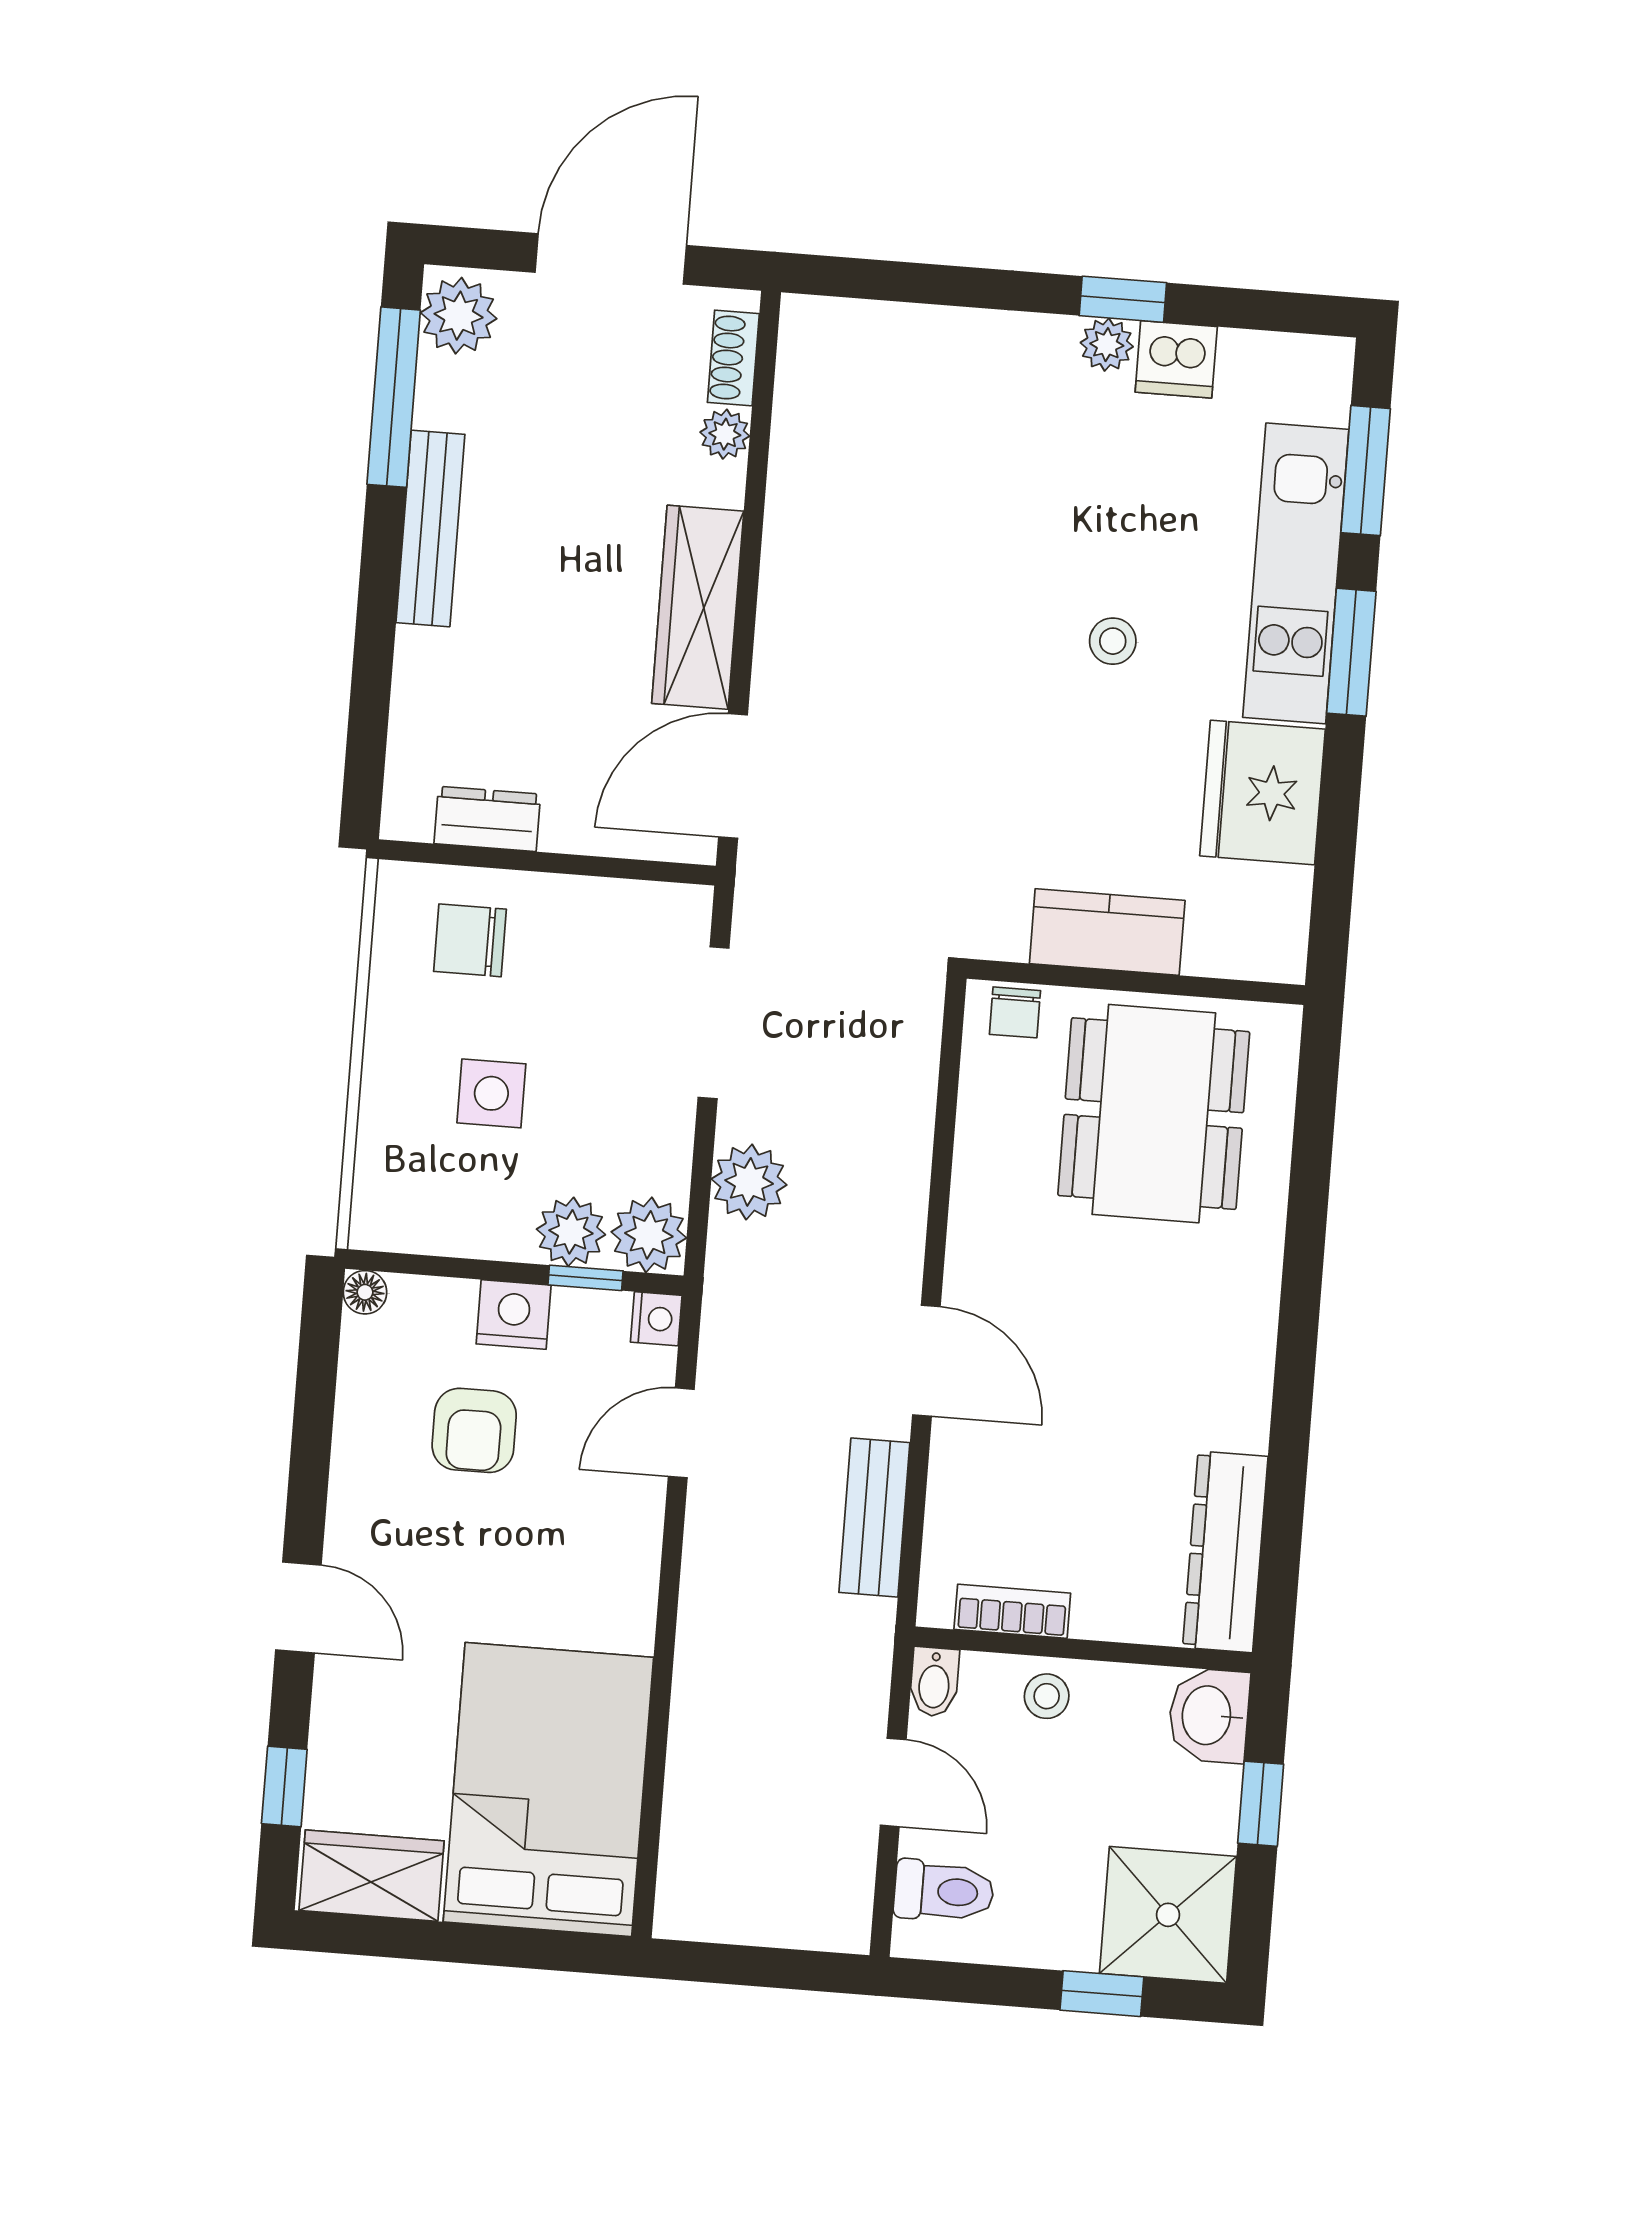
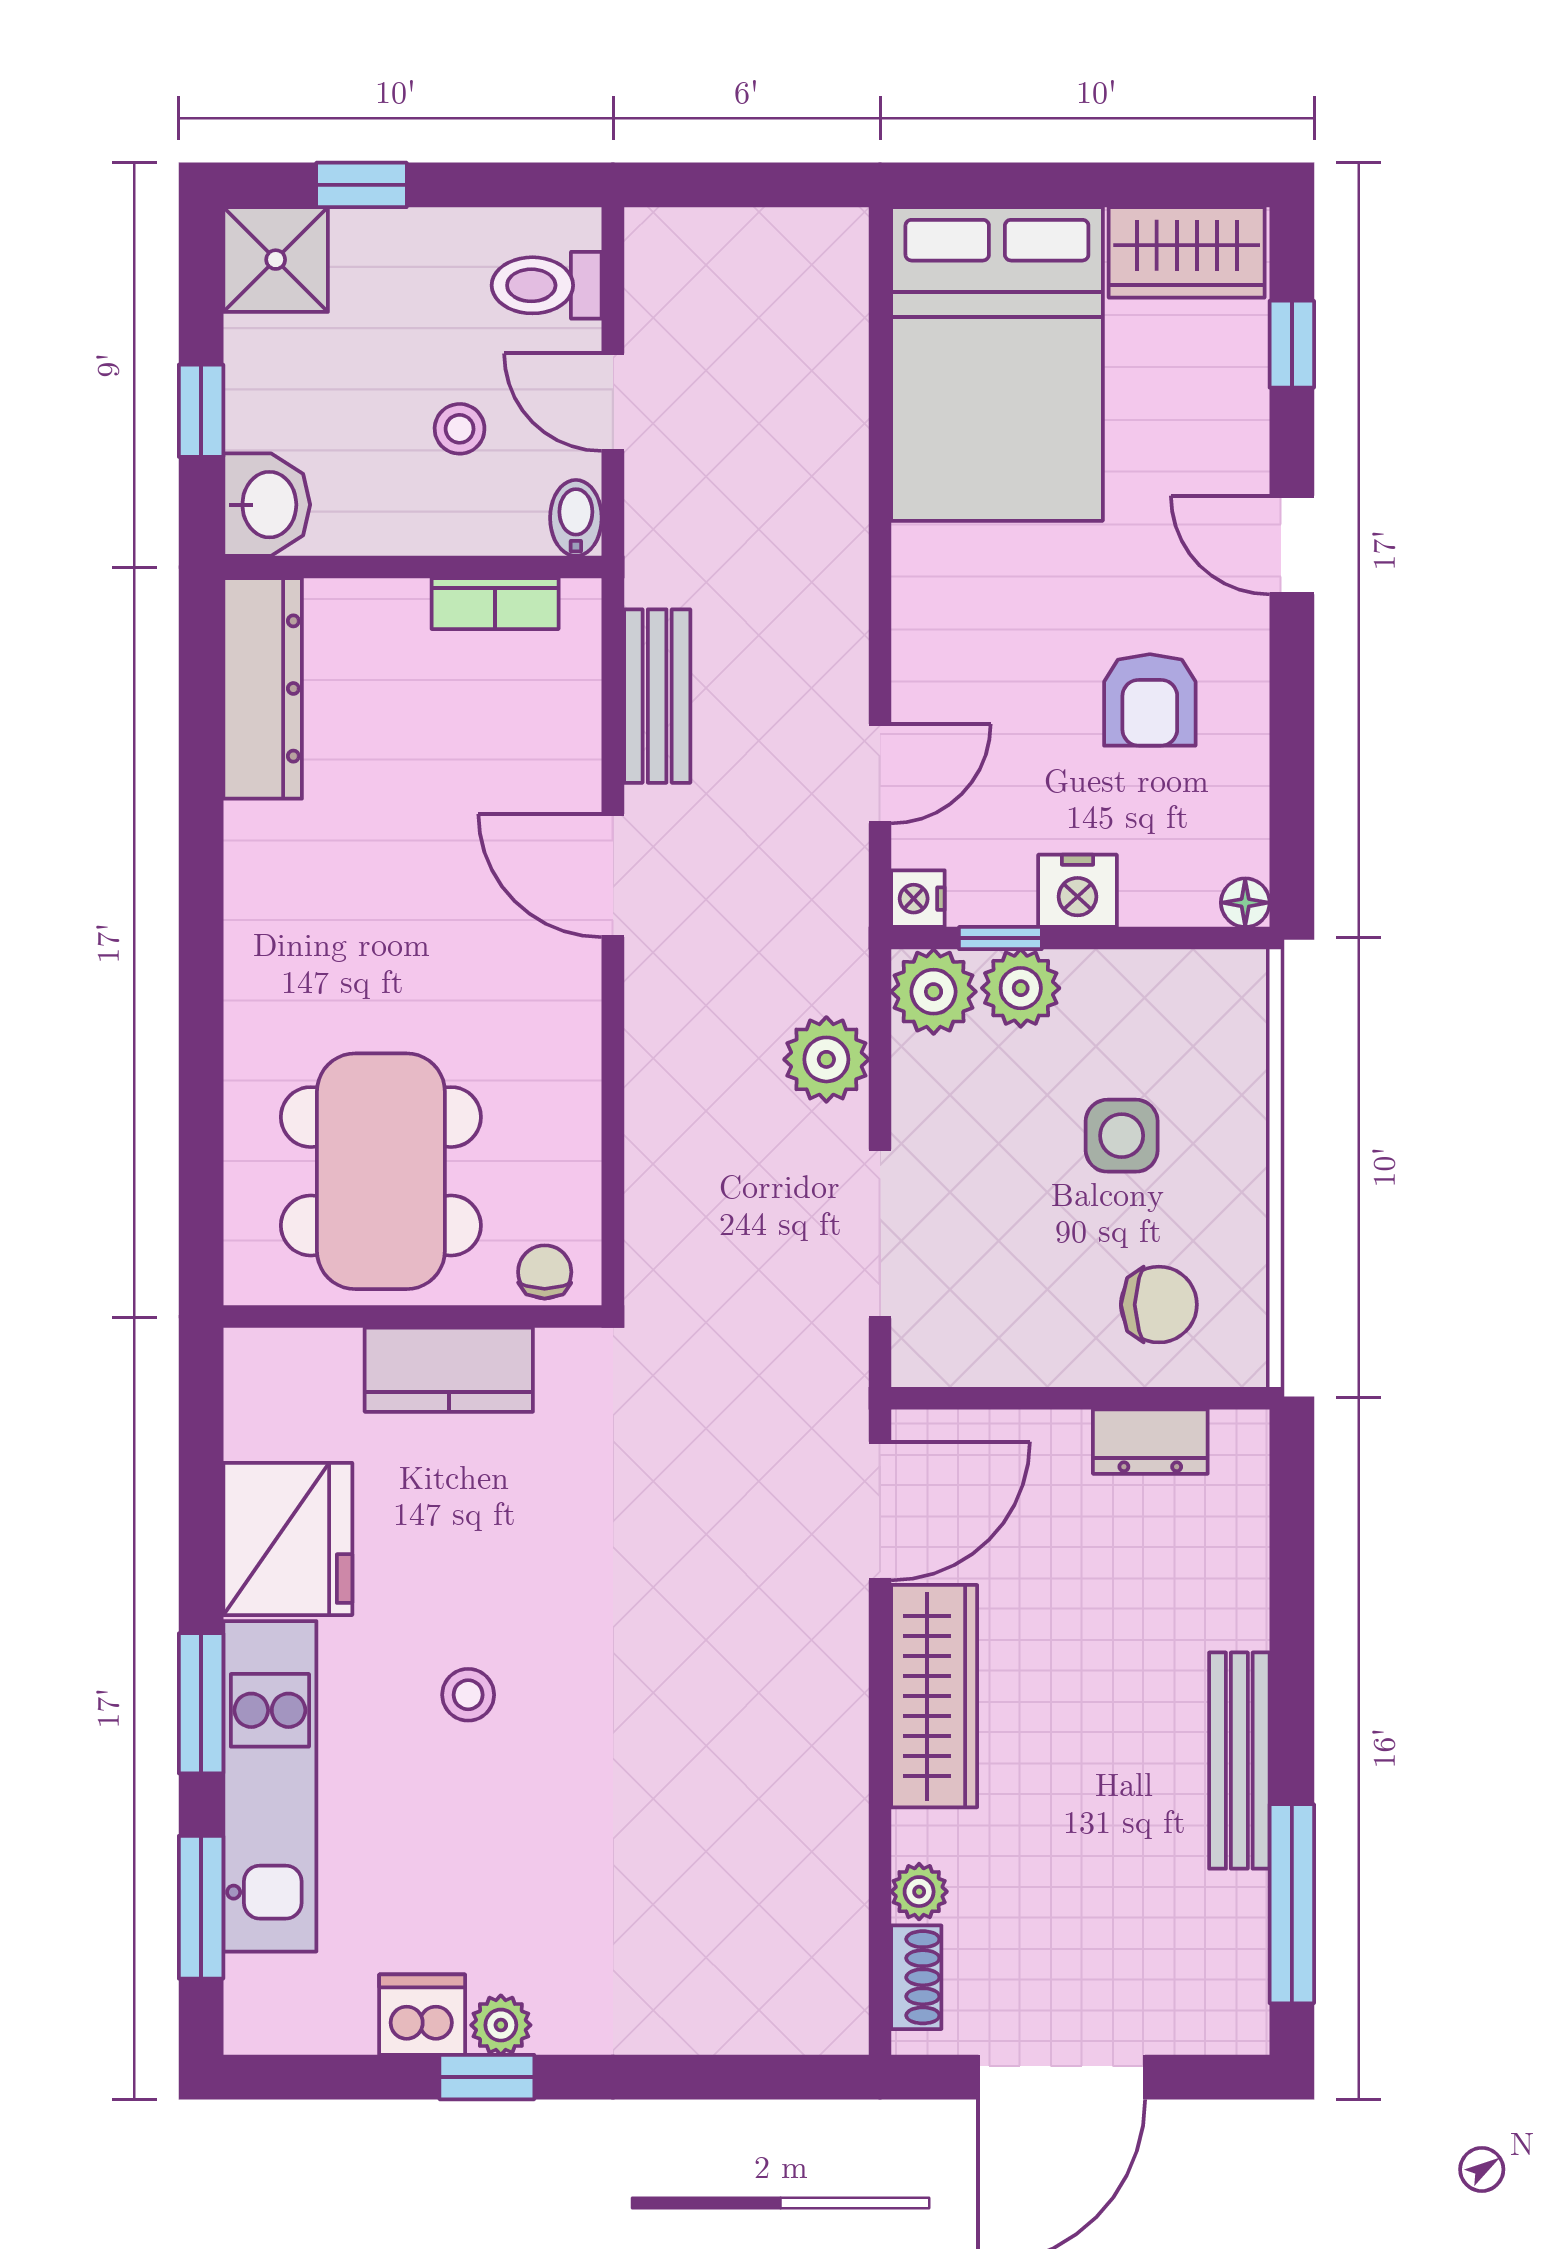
plant: (459, 316) -> (1227, 2000), removed
armchair: (474, 1430) -> (1150, 700), moved, turned 180
stool: (1047, 1696) -> (460, 429), moved
shower: (1168, 1915) -> (276, 260), width x0.73, depth x0.73

